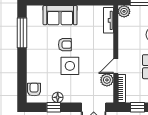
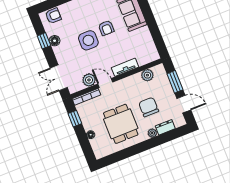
plant: (124, 11) -> (147, 75), moved
tv unit: (108, 20) -> (125, 67), moved

